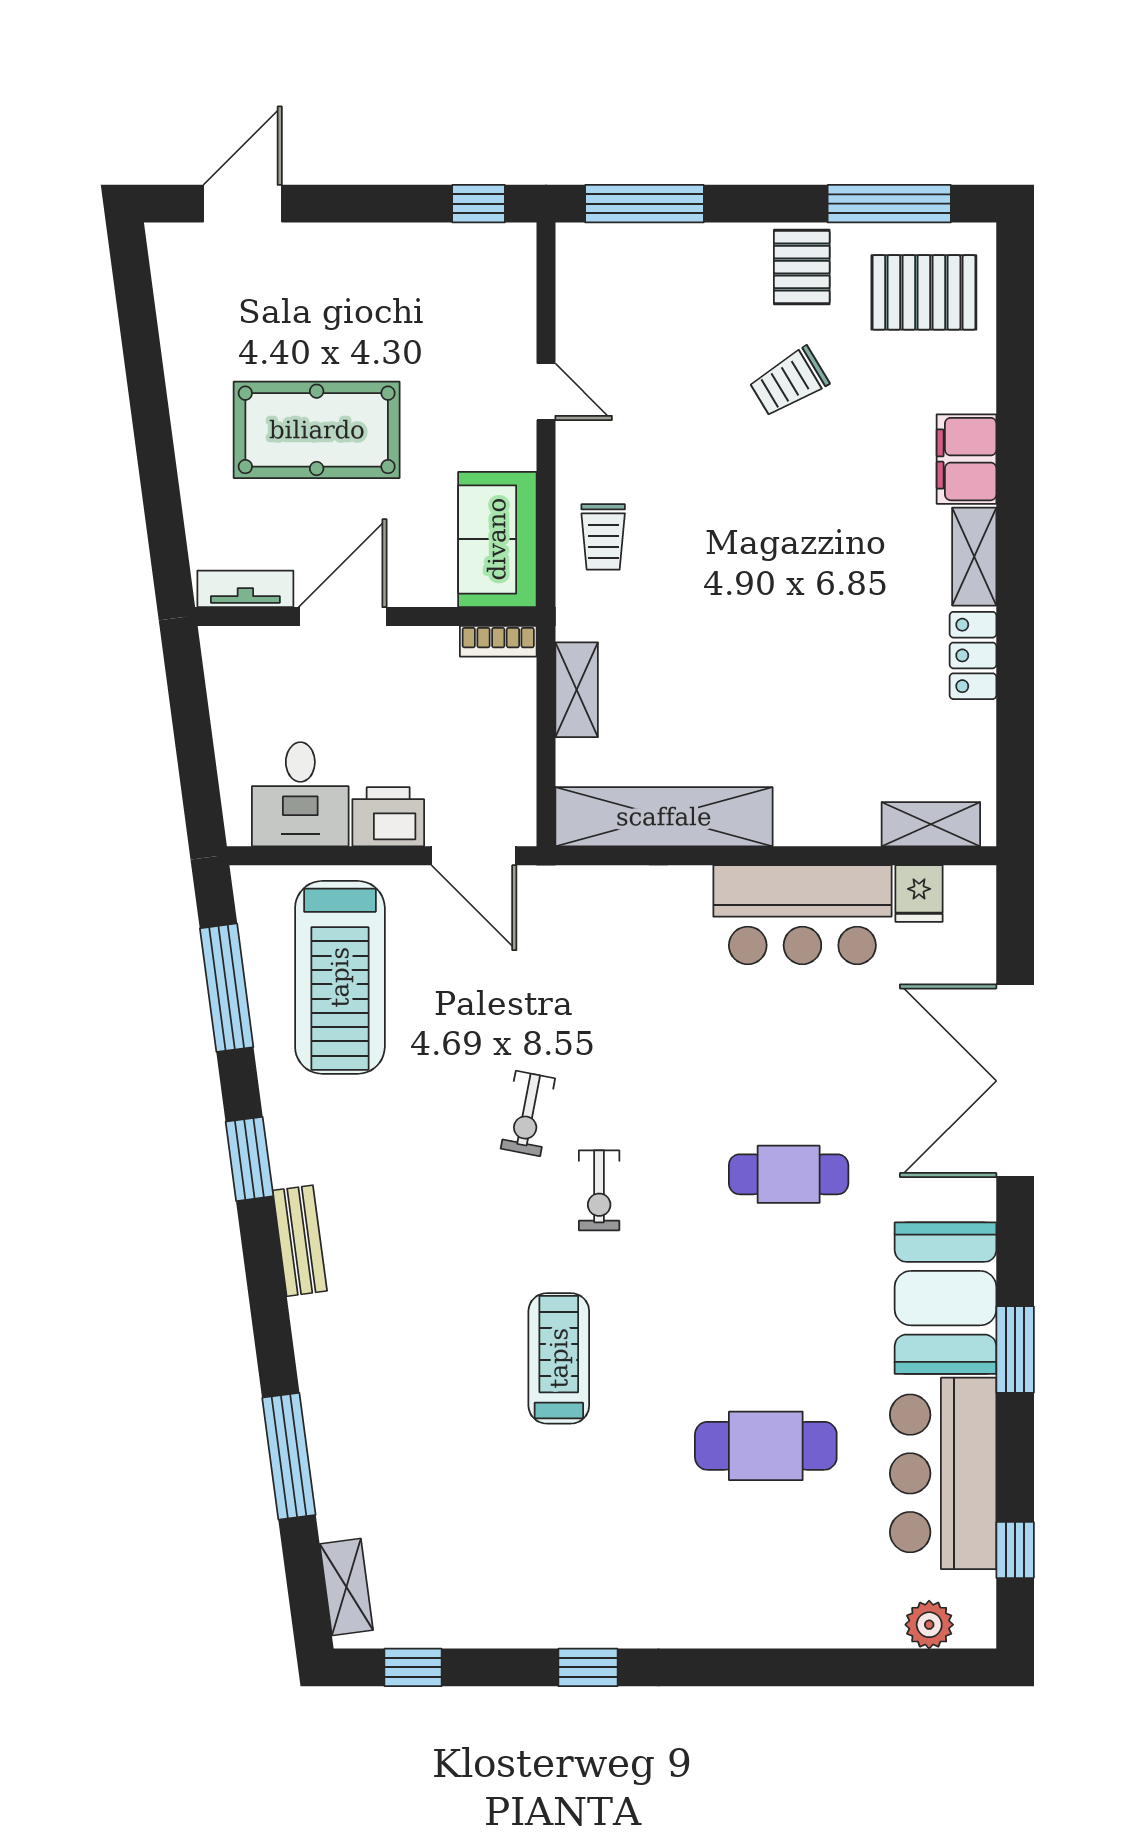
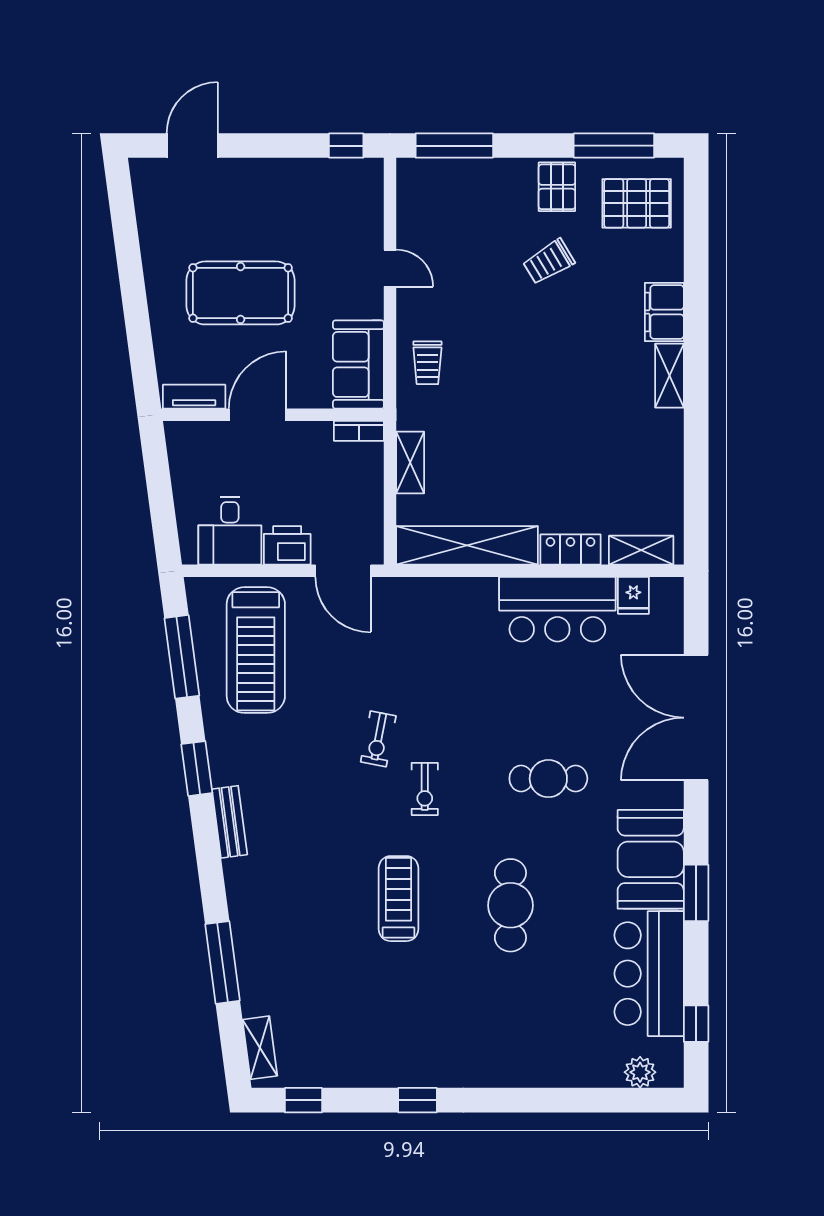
locker: (973, 655) -> (570, 549), moved, turned 90
cafe table: (766, 1446) -> (510, 905), moved, turned 90

